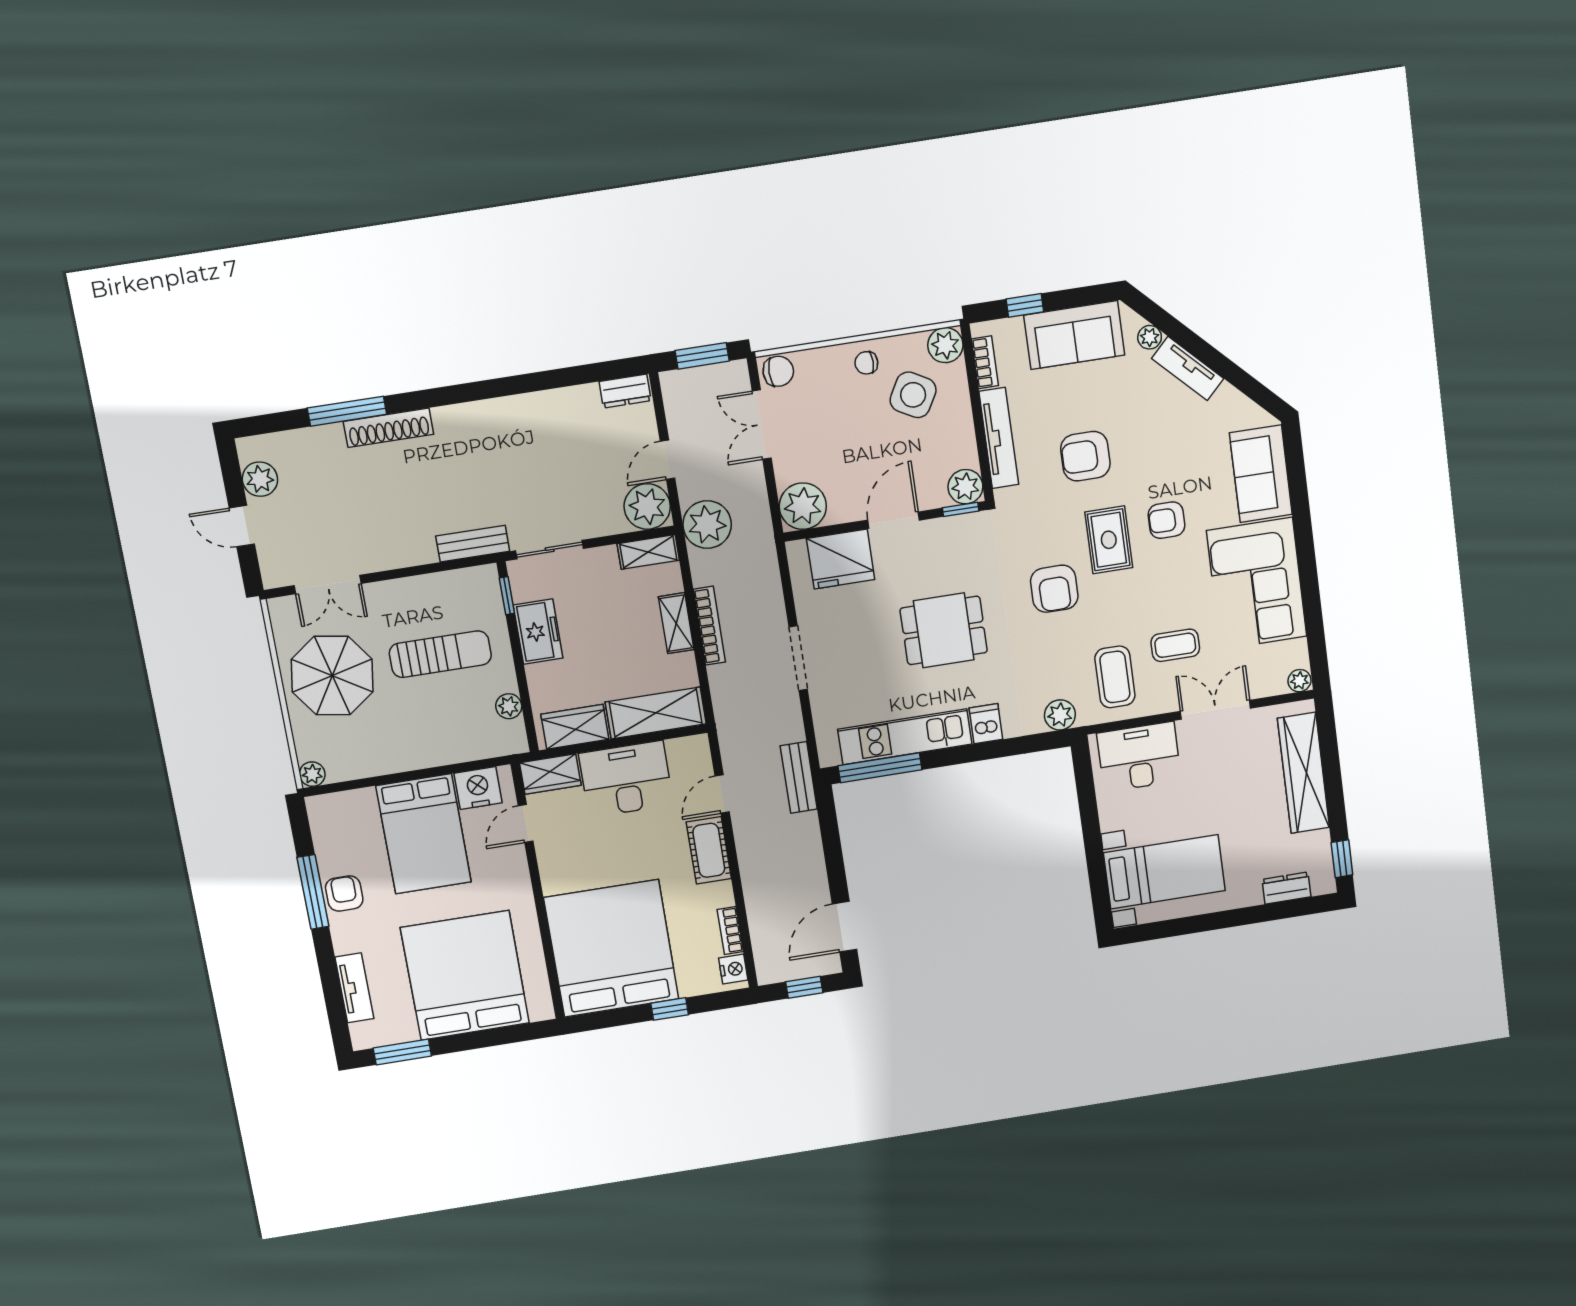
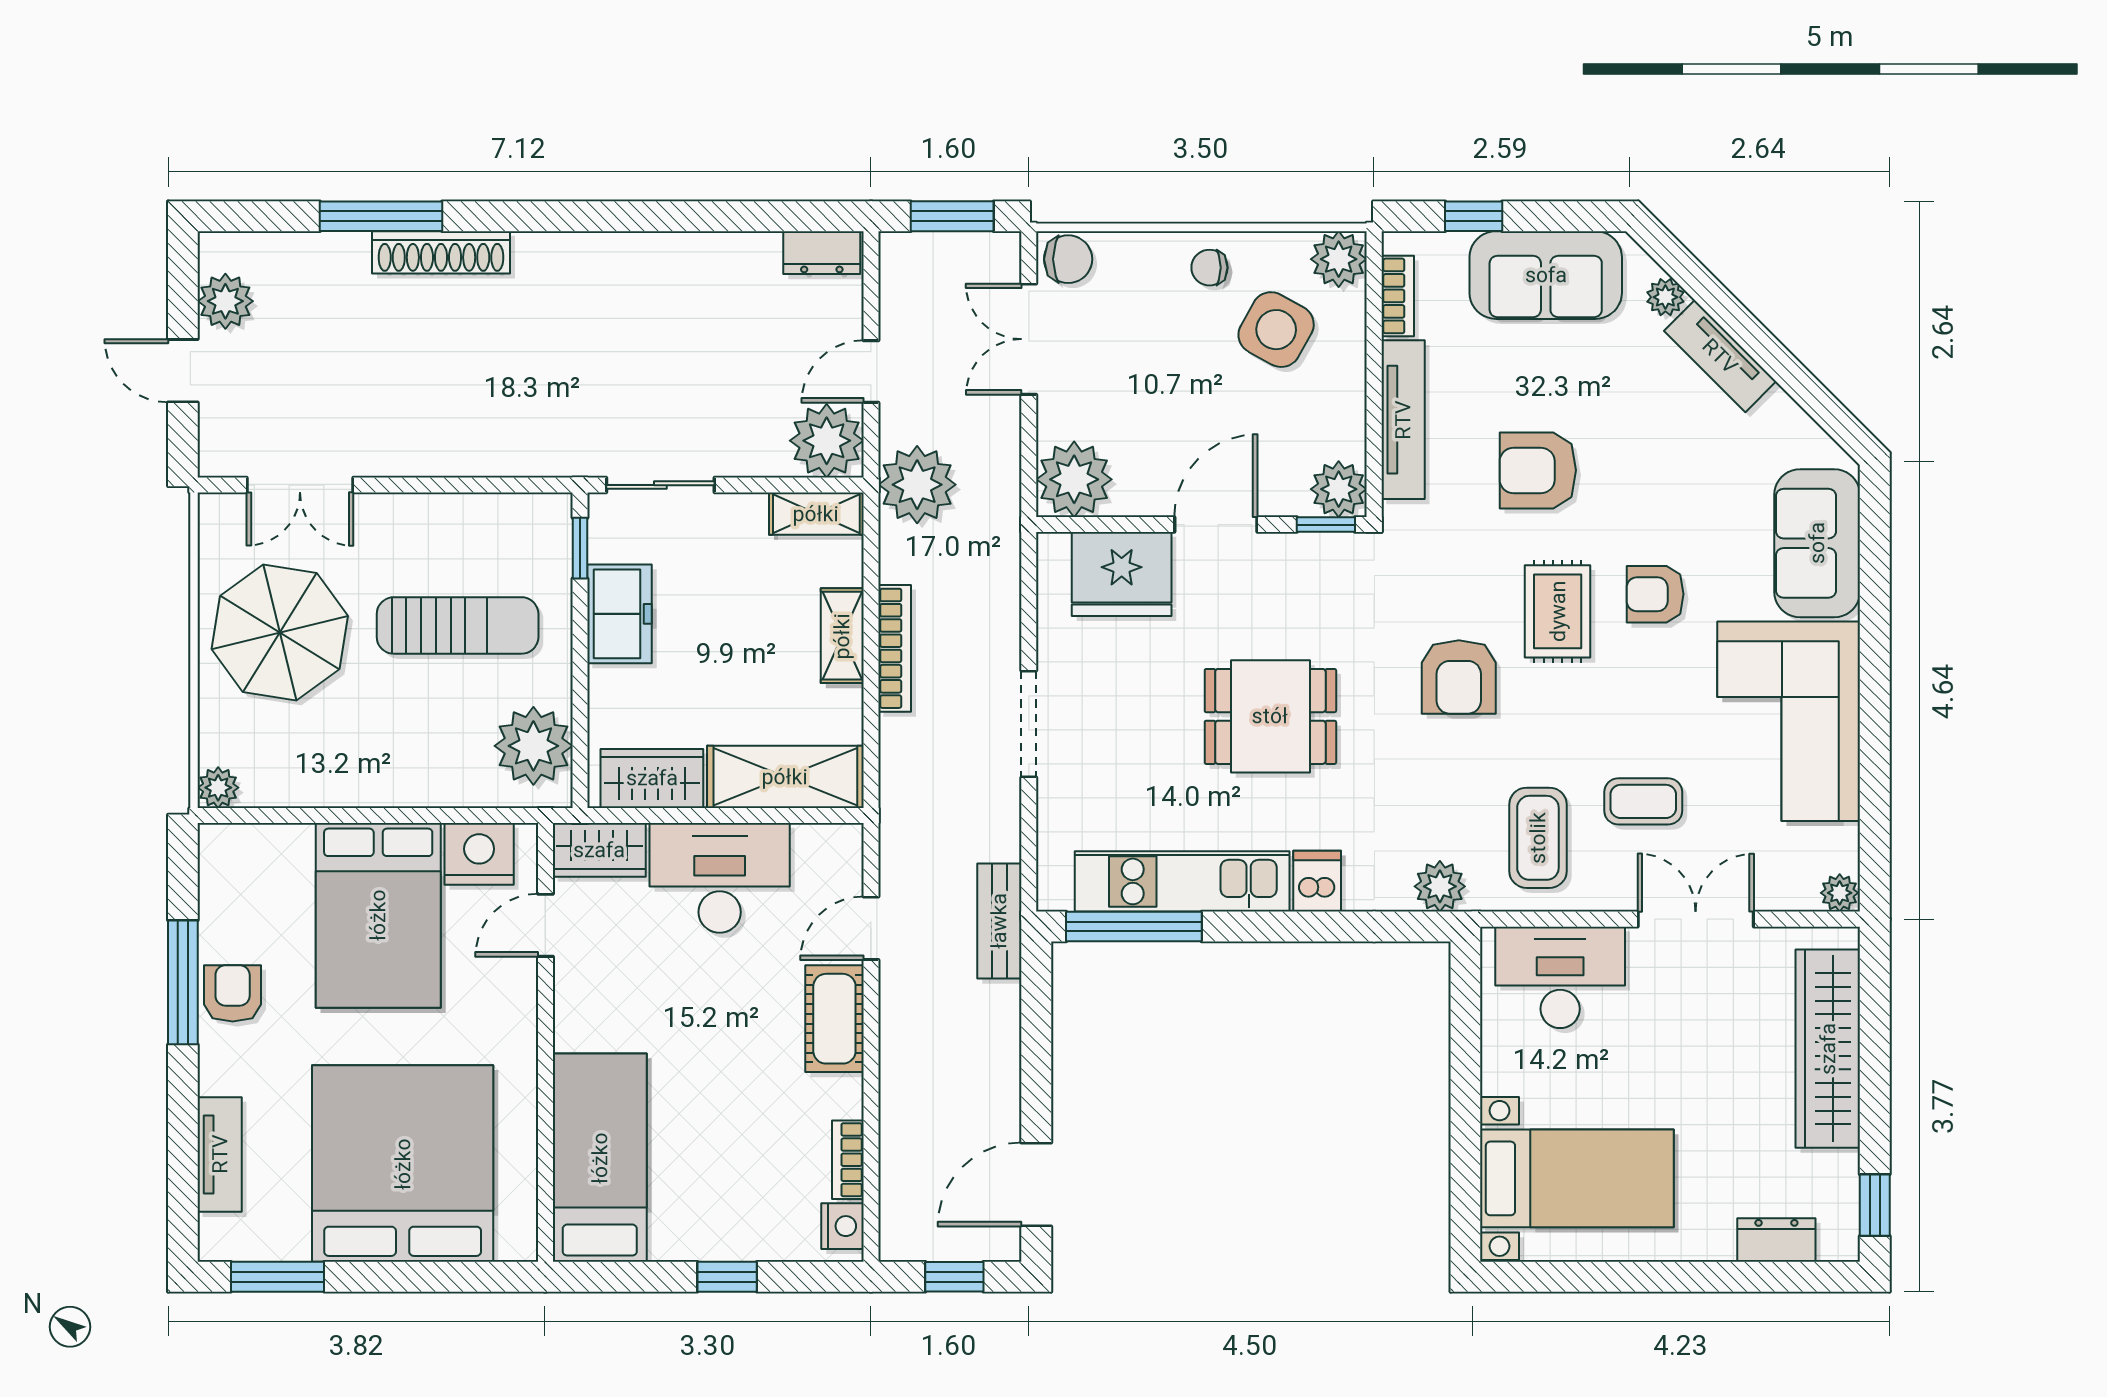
bench: (473, 544) -> (540, 456), removed
plant: (509, 706) -> (533, 746), width x1.87, depth x1.87
bed: (611, 948) -> (600, 1158), width x0.49

